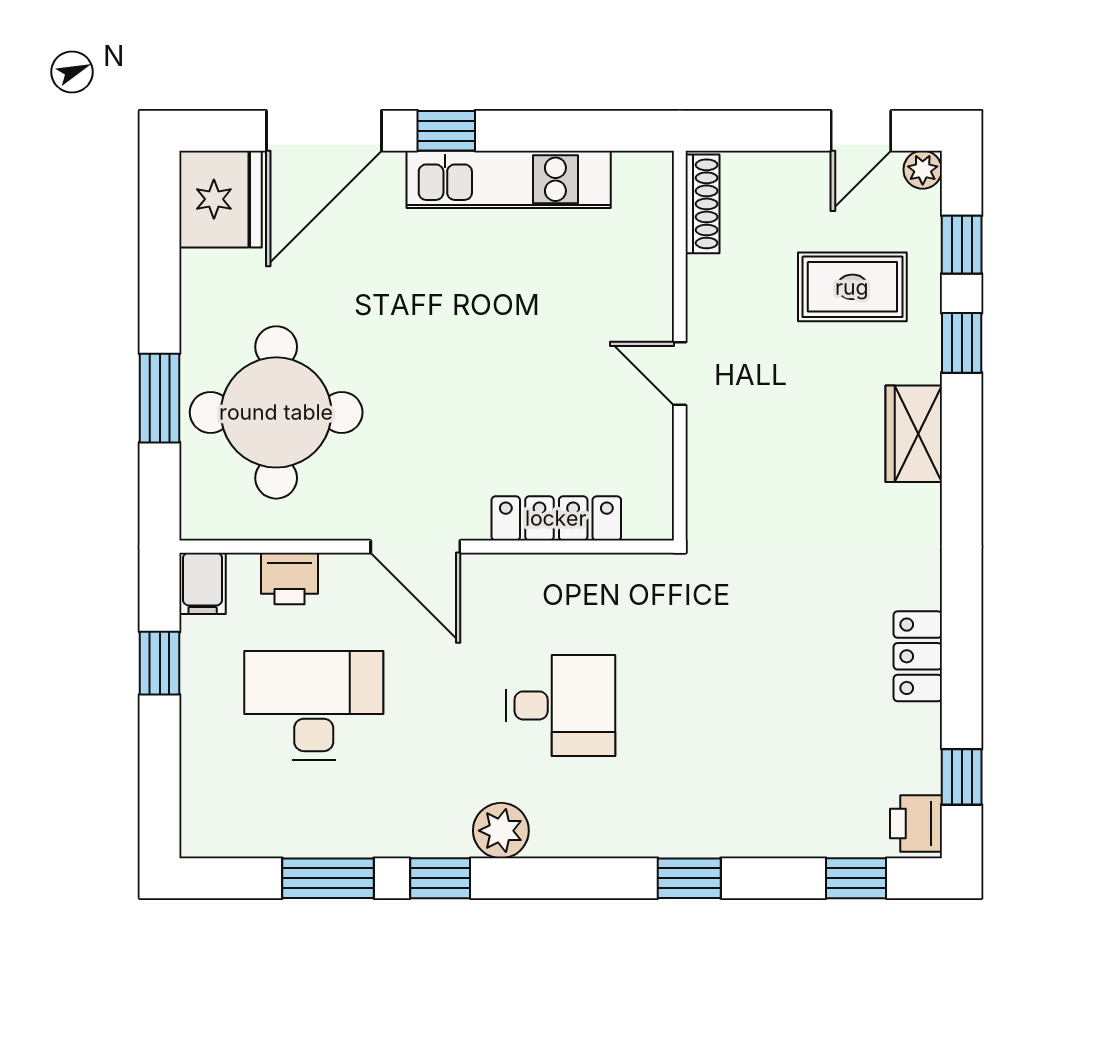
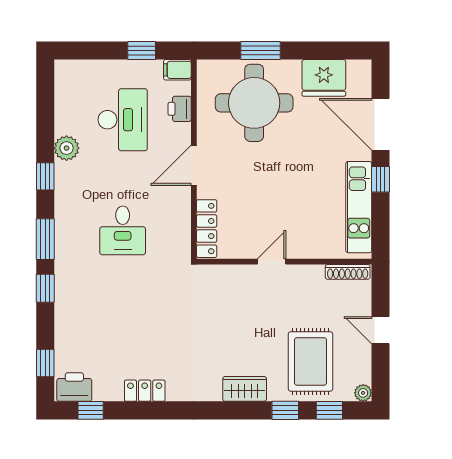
door: (861, 131) -> (381, 330), moved
fridge: (220, 199) -> (324, 78), moved
shoe rack: (703, 204) -> (348, 272), moved
rug: (852, 287) -> (310, 361), width x1.36, depth x1.43
wall: (680, 346) -> (284, 262), moved
door: (680, 374) -> (272, 262), moved
printer: (916, 824) -> (74, 387), width x1.36, depth x1.24
plant: (501, 831) -> (67, 148), moved
window: (328, 878) -> (45, 239), moved

